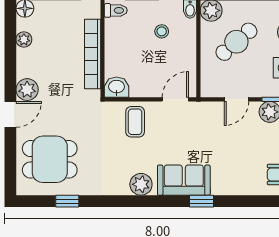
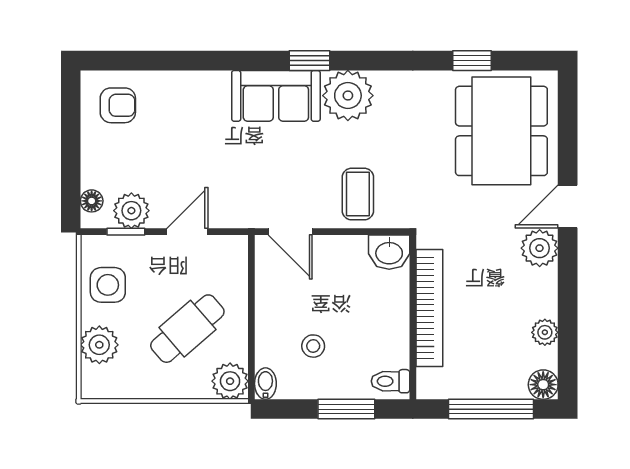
door: (175, 99) -> (290, 232), hinge flipped
dining table: (50, 159) -> (501, 131), width x1.38
plant: (141, 184) -> (348, 96), width x1.36, depth x1.36
window: (202, 201) -> (309, 61), moved

